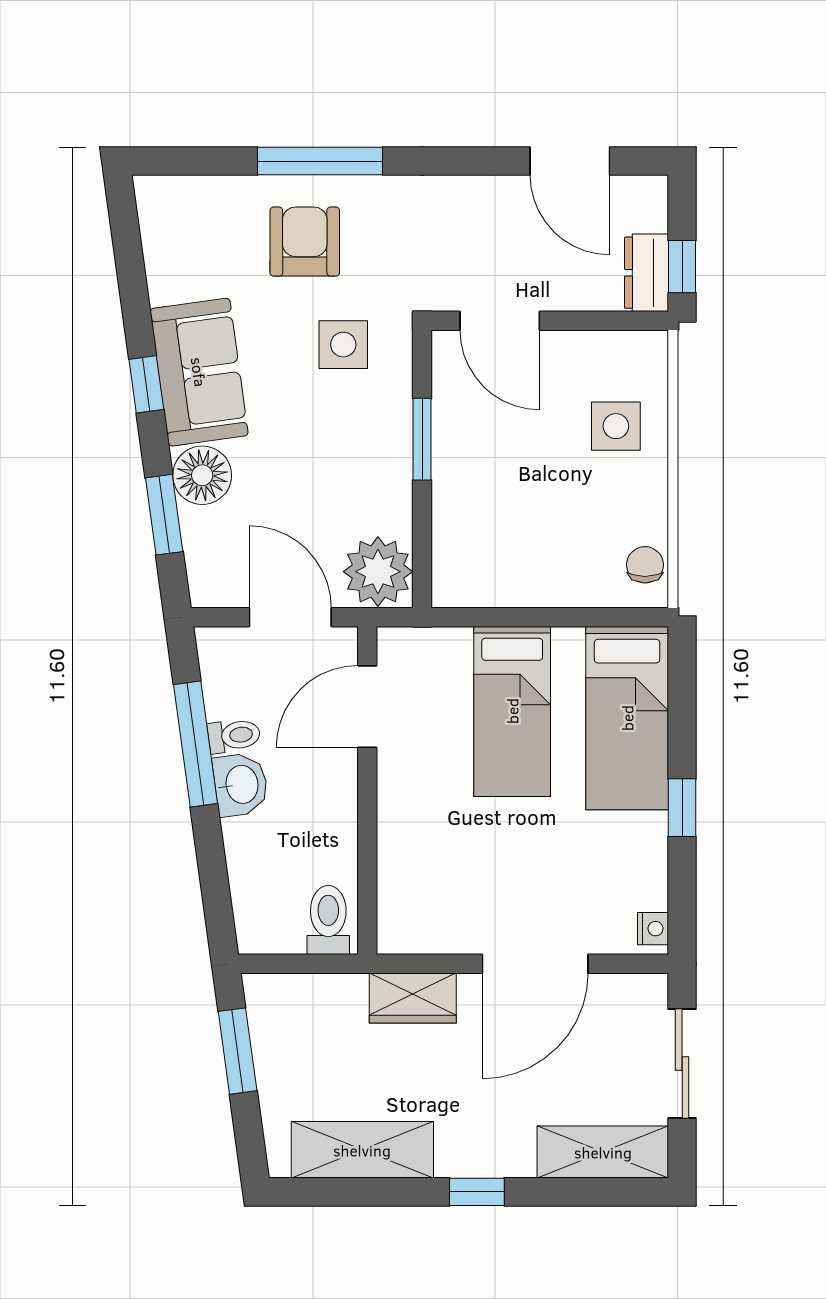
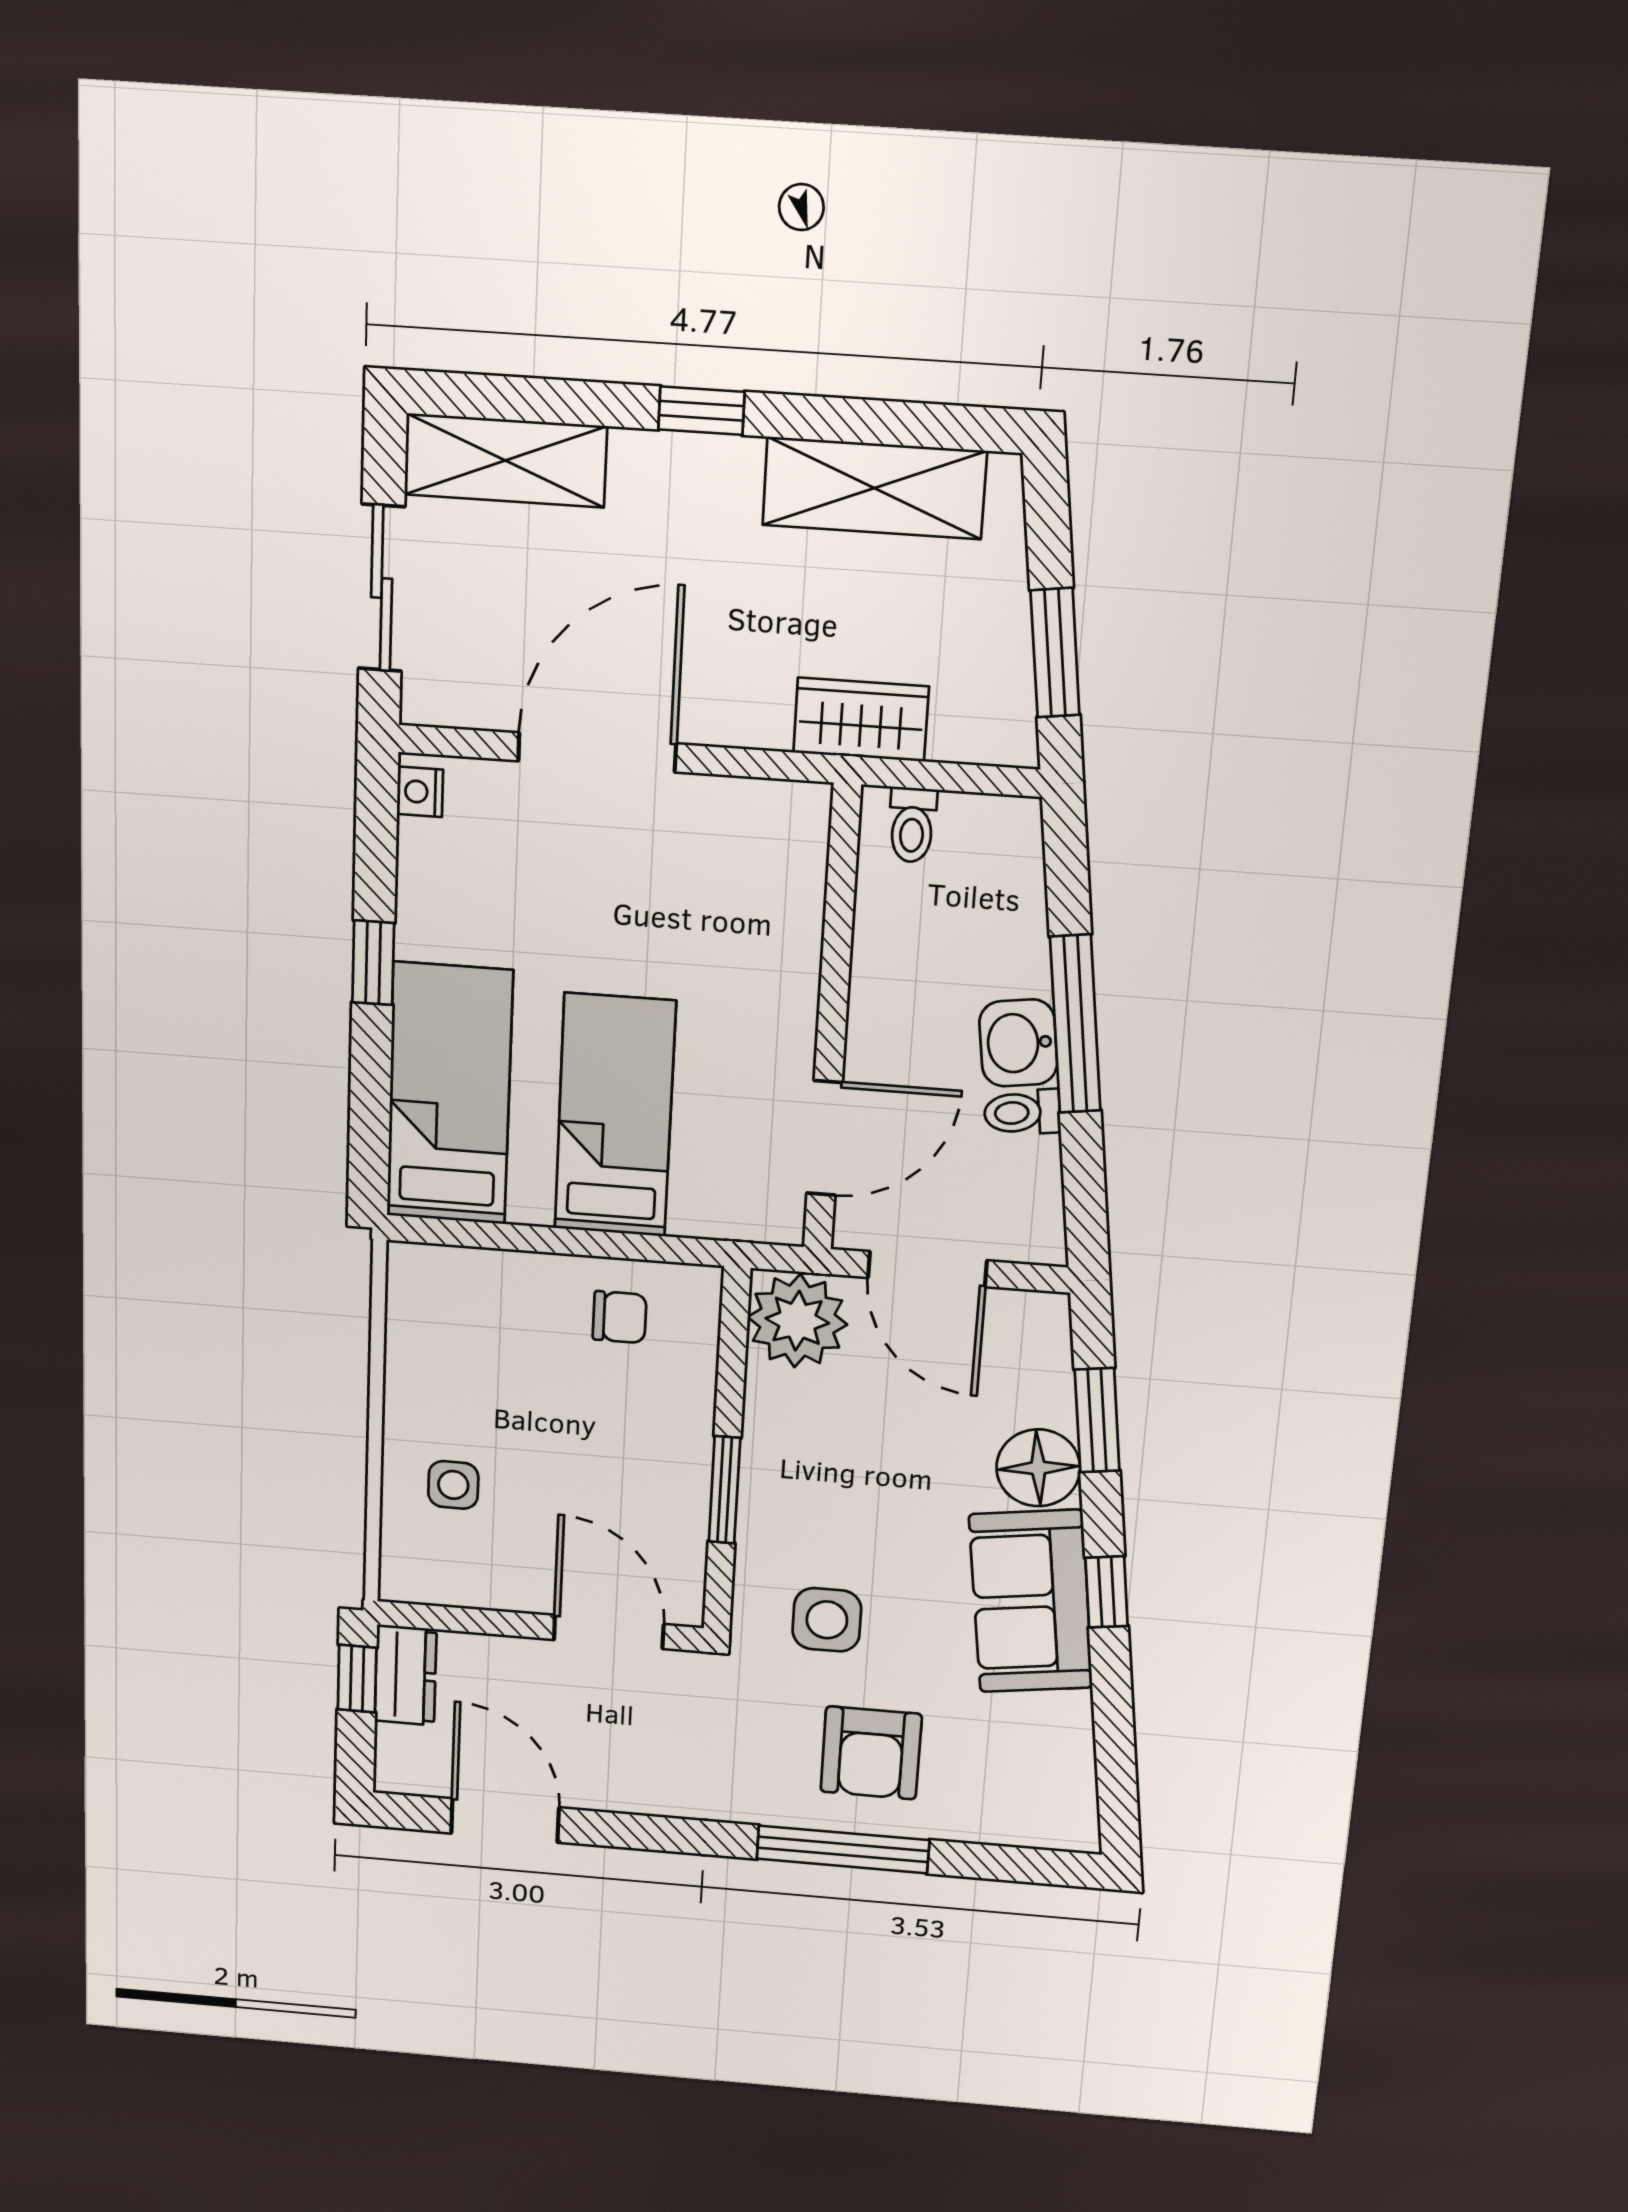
side table: (616, 426) -> (453, 1485), width x0.73, depth x0.73
chair: (645, 565) -> (620, 1317), moved, turned -90
window: (196, 744) -> (1075, 1024), moved
toilet: (328, 920) -> (912, 825), width x0.73, depth x0.72
wardrobe: (413, 998) -> (861, 720), moved

